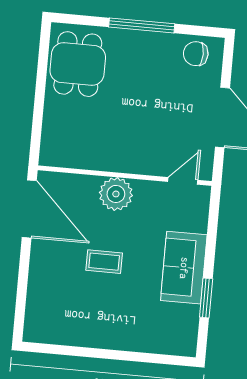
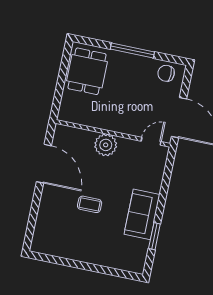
wall: (125, 176) -> (113, 133), moved
door: (183, 181) -> (151, 141), moved
plant: (116, 194) -> (106, 145), moved

